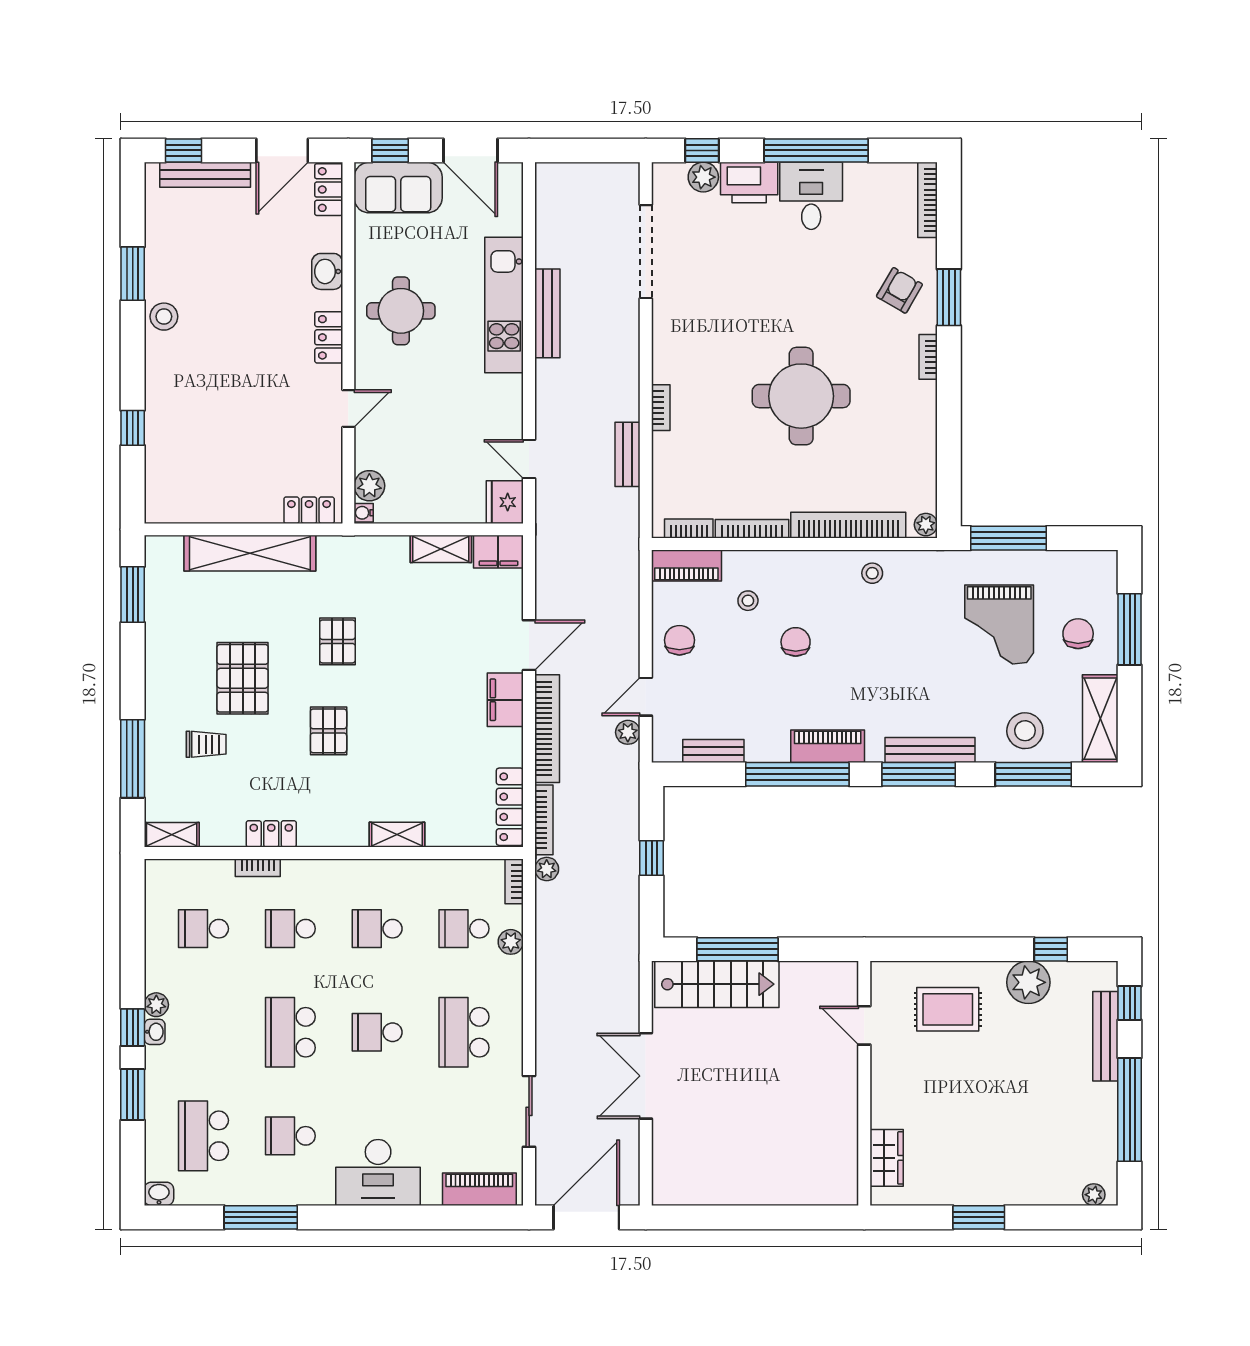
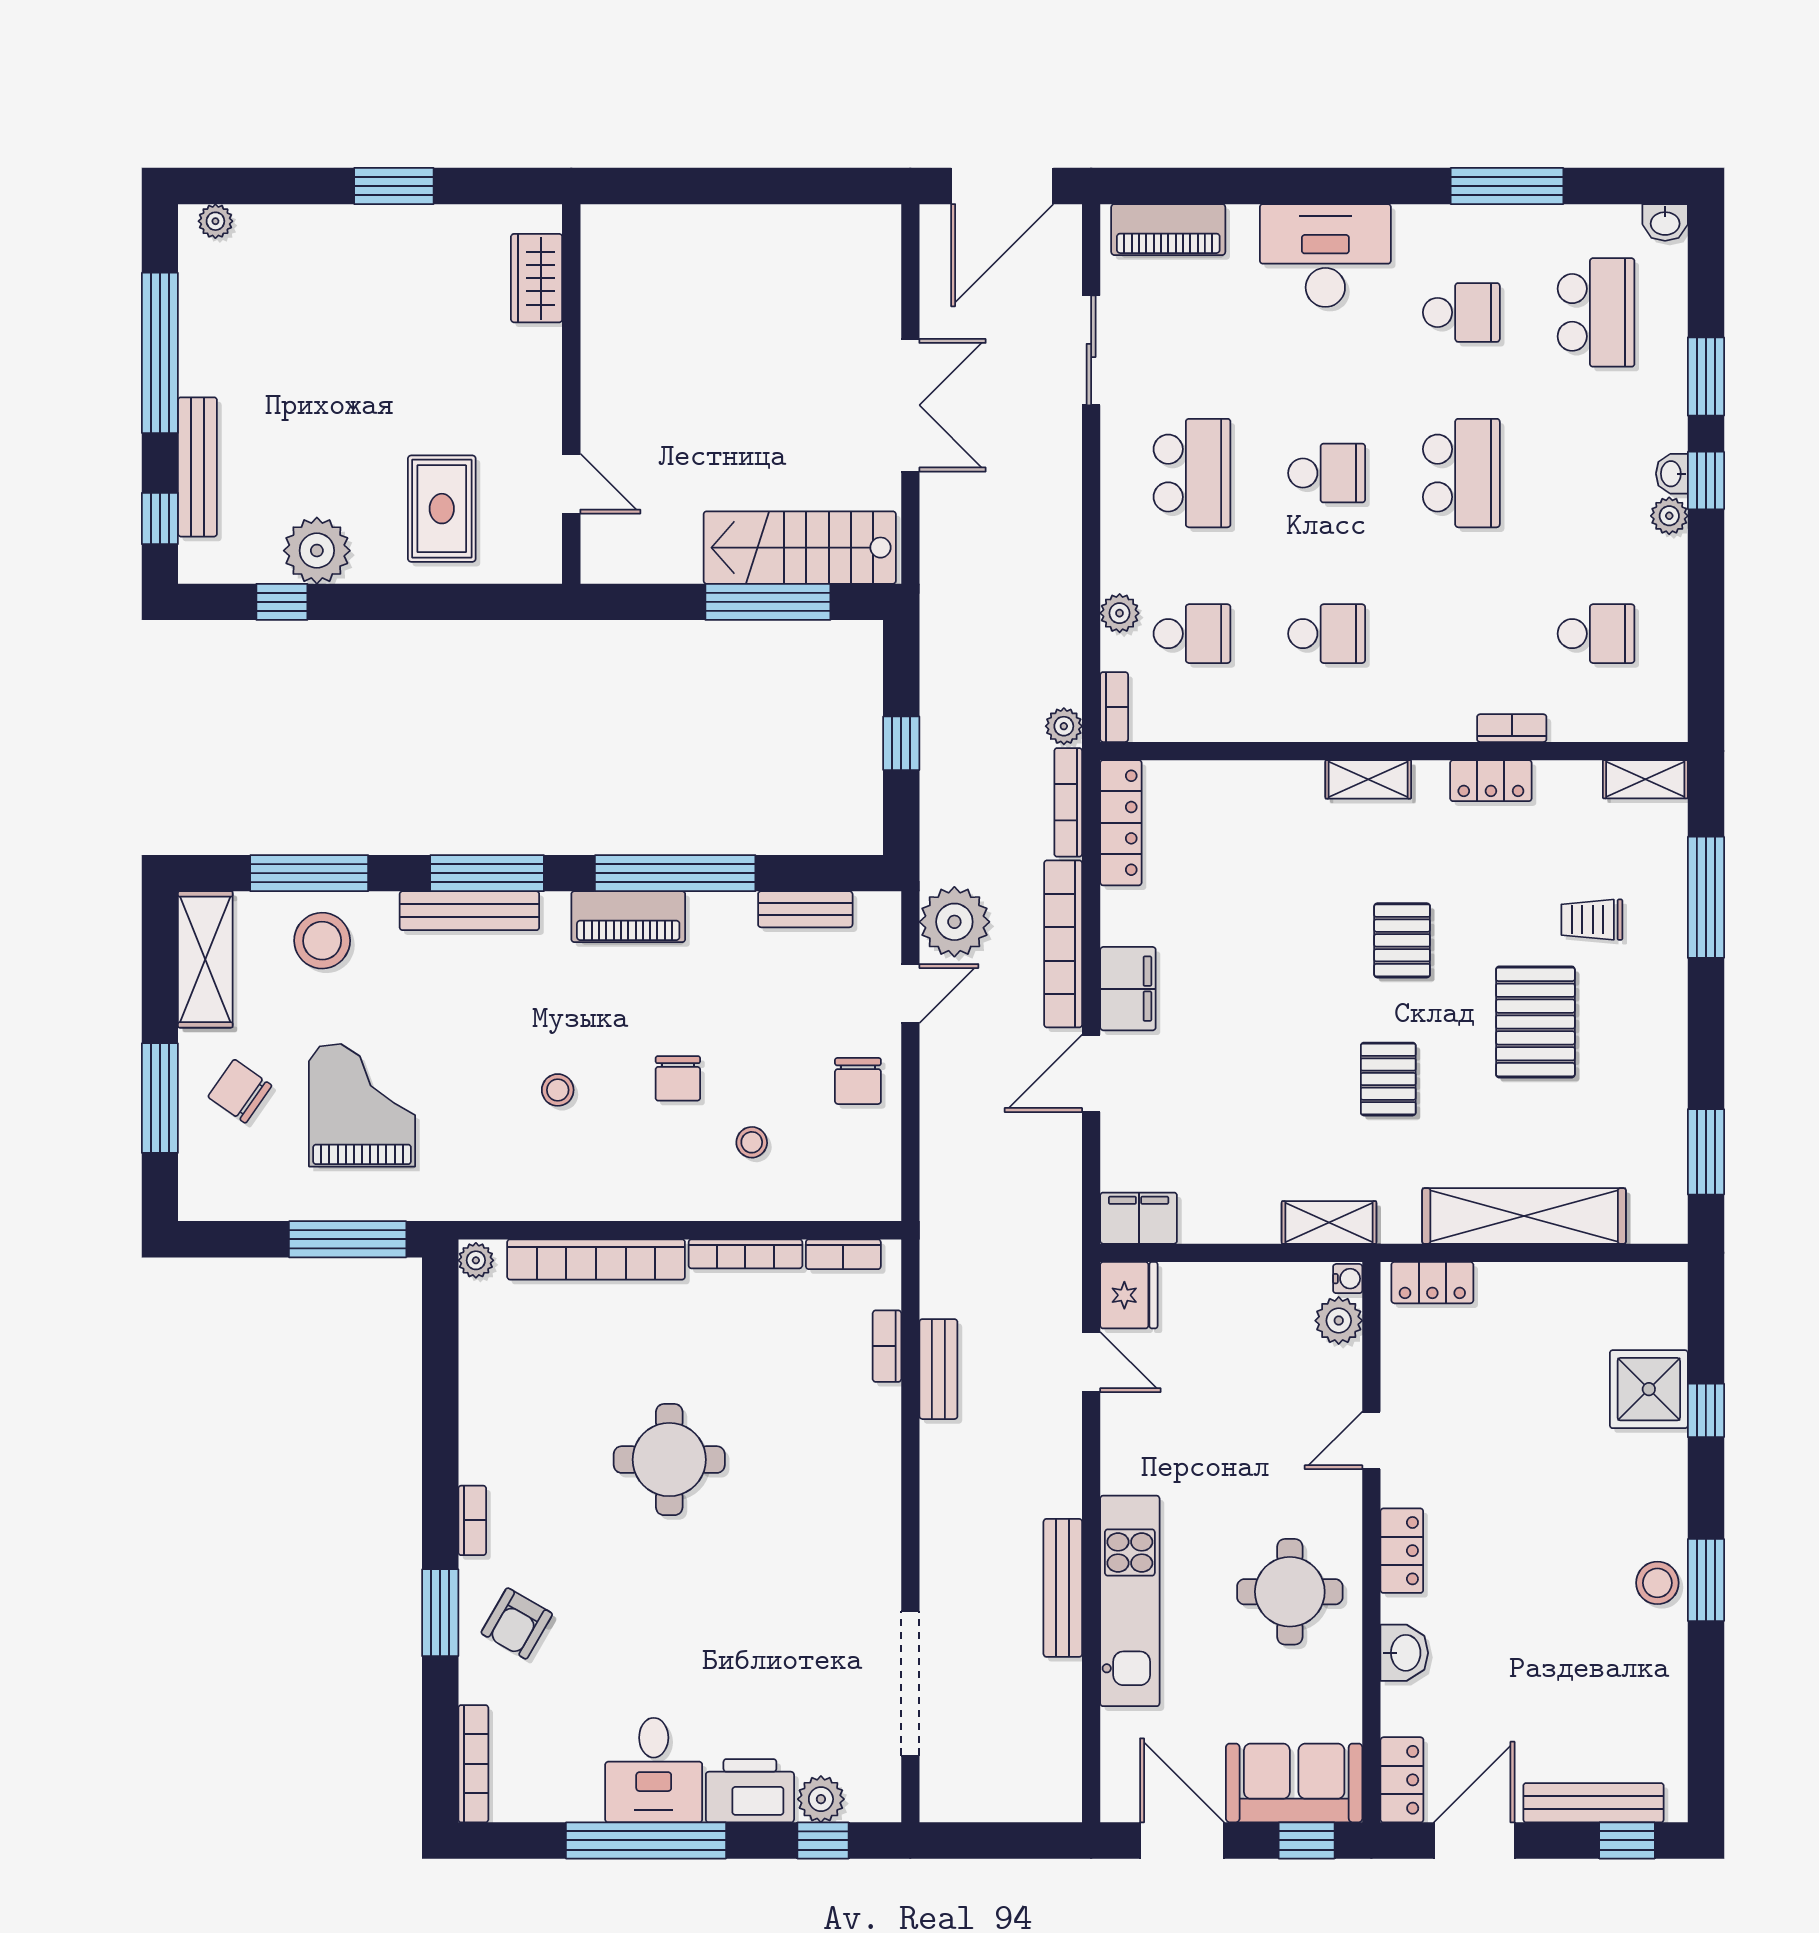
window: (133, 274) -> (1706, 1580), moved
round table: (801, 396) -> (669, 1460), width x0.73, depth x0.73
bookcase: (661, 408) -> (887, 1346), moved
shower: (169, 441) -> (1649, 1389), added
shelving: (441, 549) -> (1329, 1222), moved
piano: (686, 565) -> (847, 1197), removed
stool: (872, 573) -> (558, 1090), moved
chair: (1078, 634) -> (240, 1091), turned 125
plant: (628, 732) -> (954, 922), width x1.87, depth x1.87
shelving: (397, 835) -> (1368, 779), moved
school desk: (290, 929) -> (1461, 634), removed
rug: (948, 1009) -> (442, 509), turned 90

